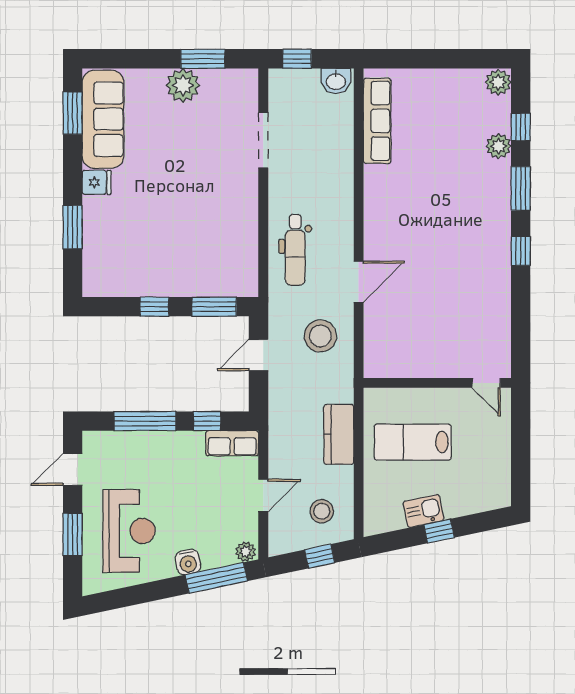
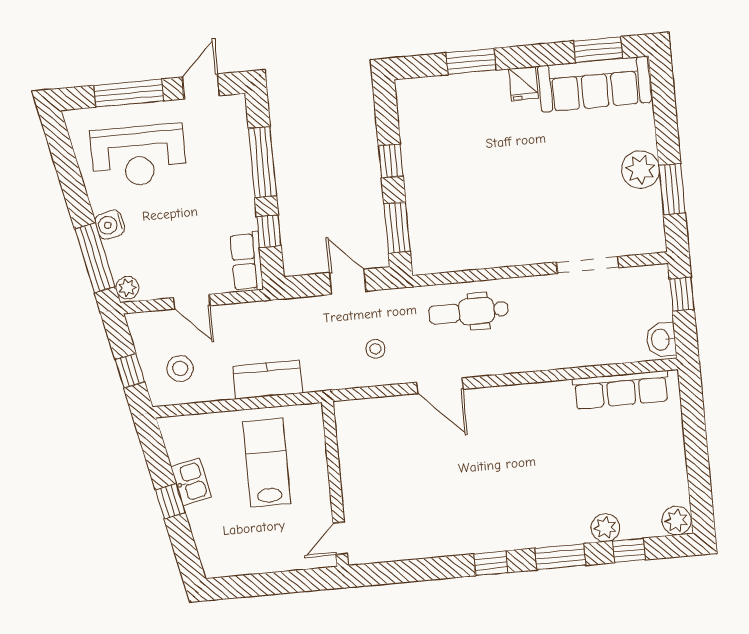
stool: (320, 336) -> (375, 349), width x0.53, depth x0.53
door: (73, 469) -> (201, 86), hinge flipped
window: (73, 534) -> (129, 93), width x1.44

